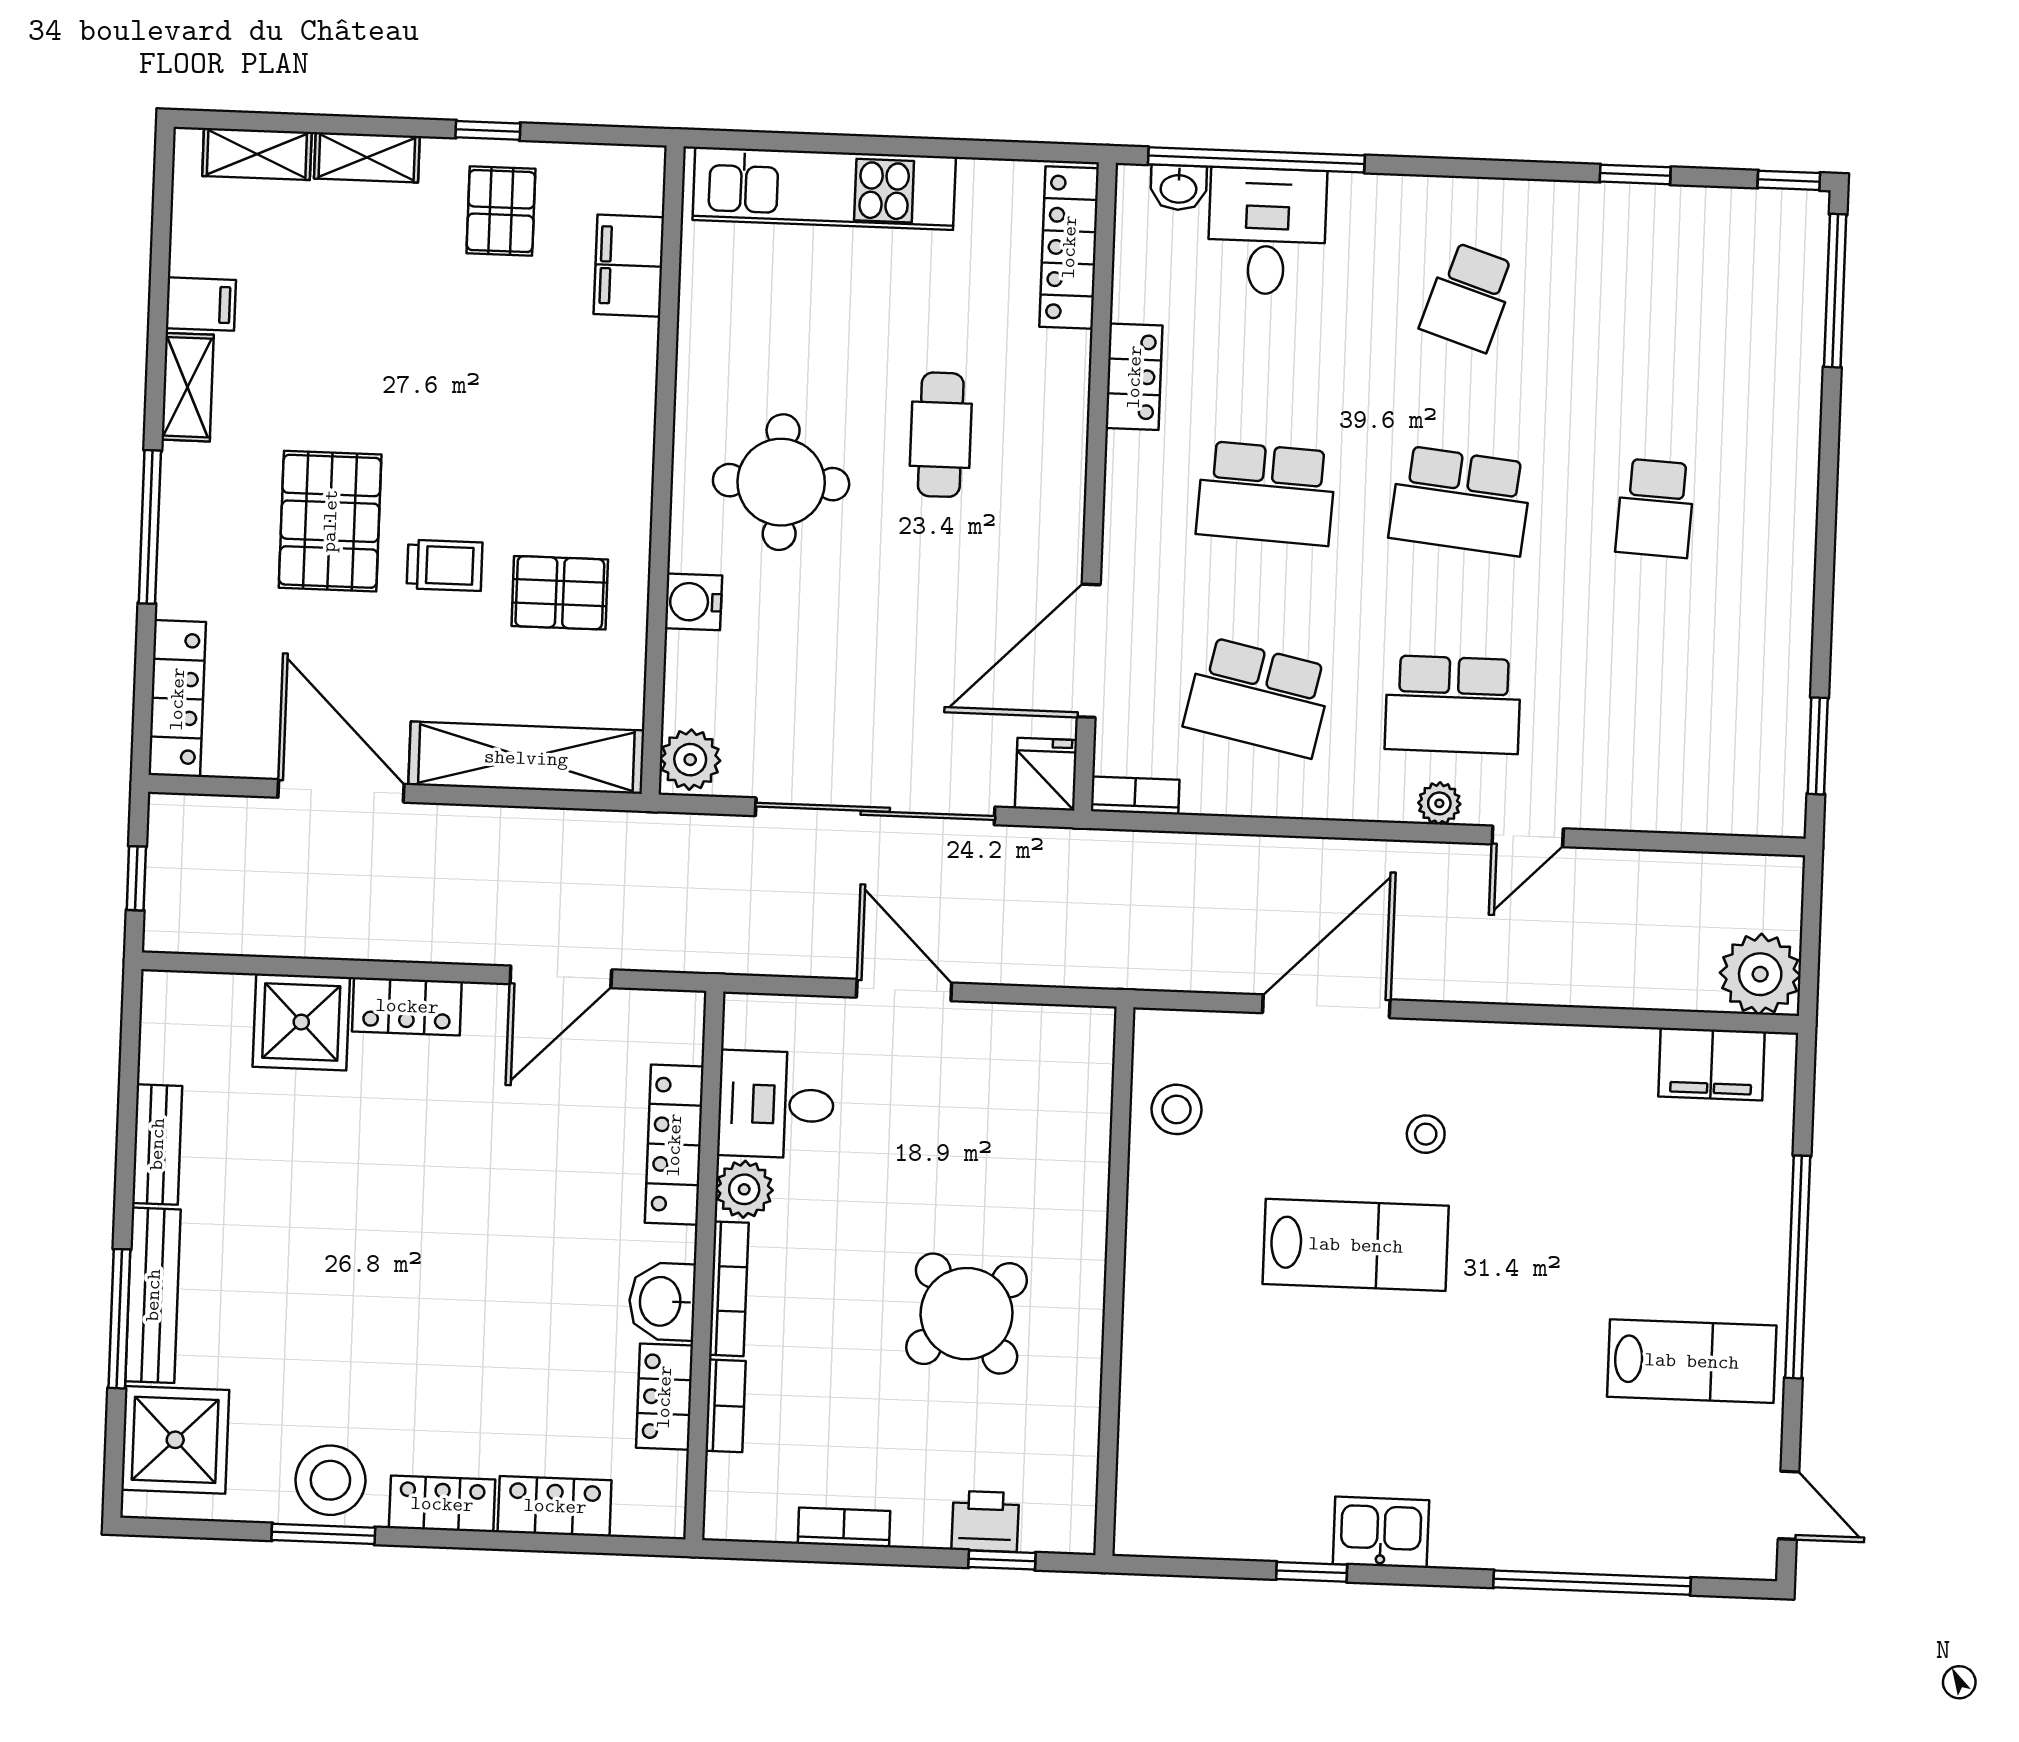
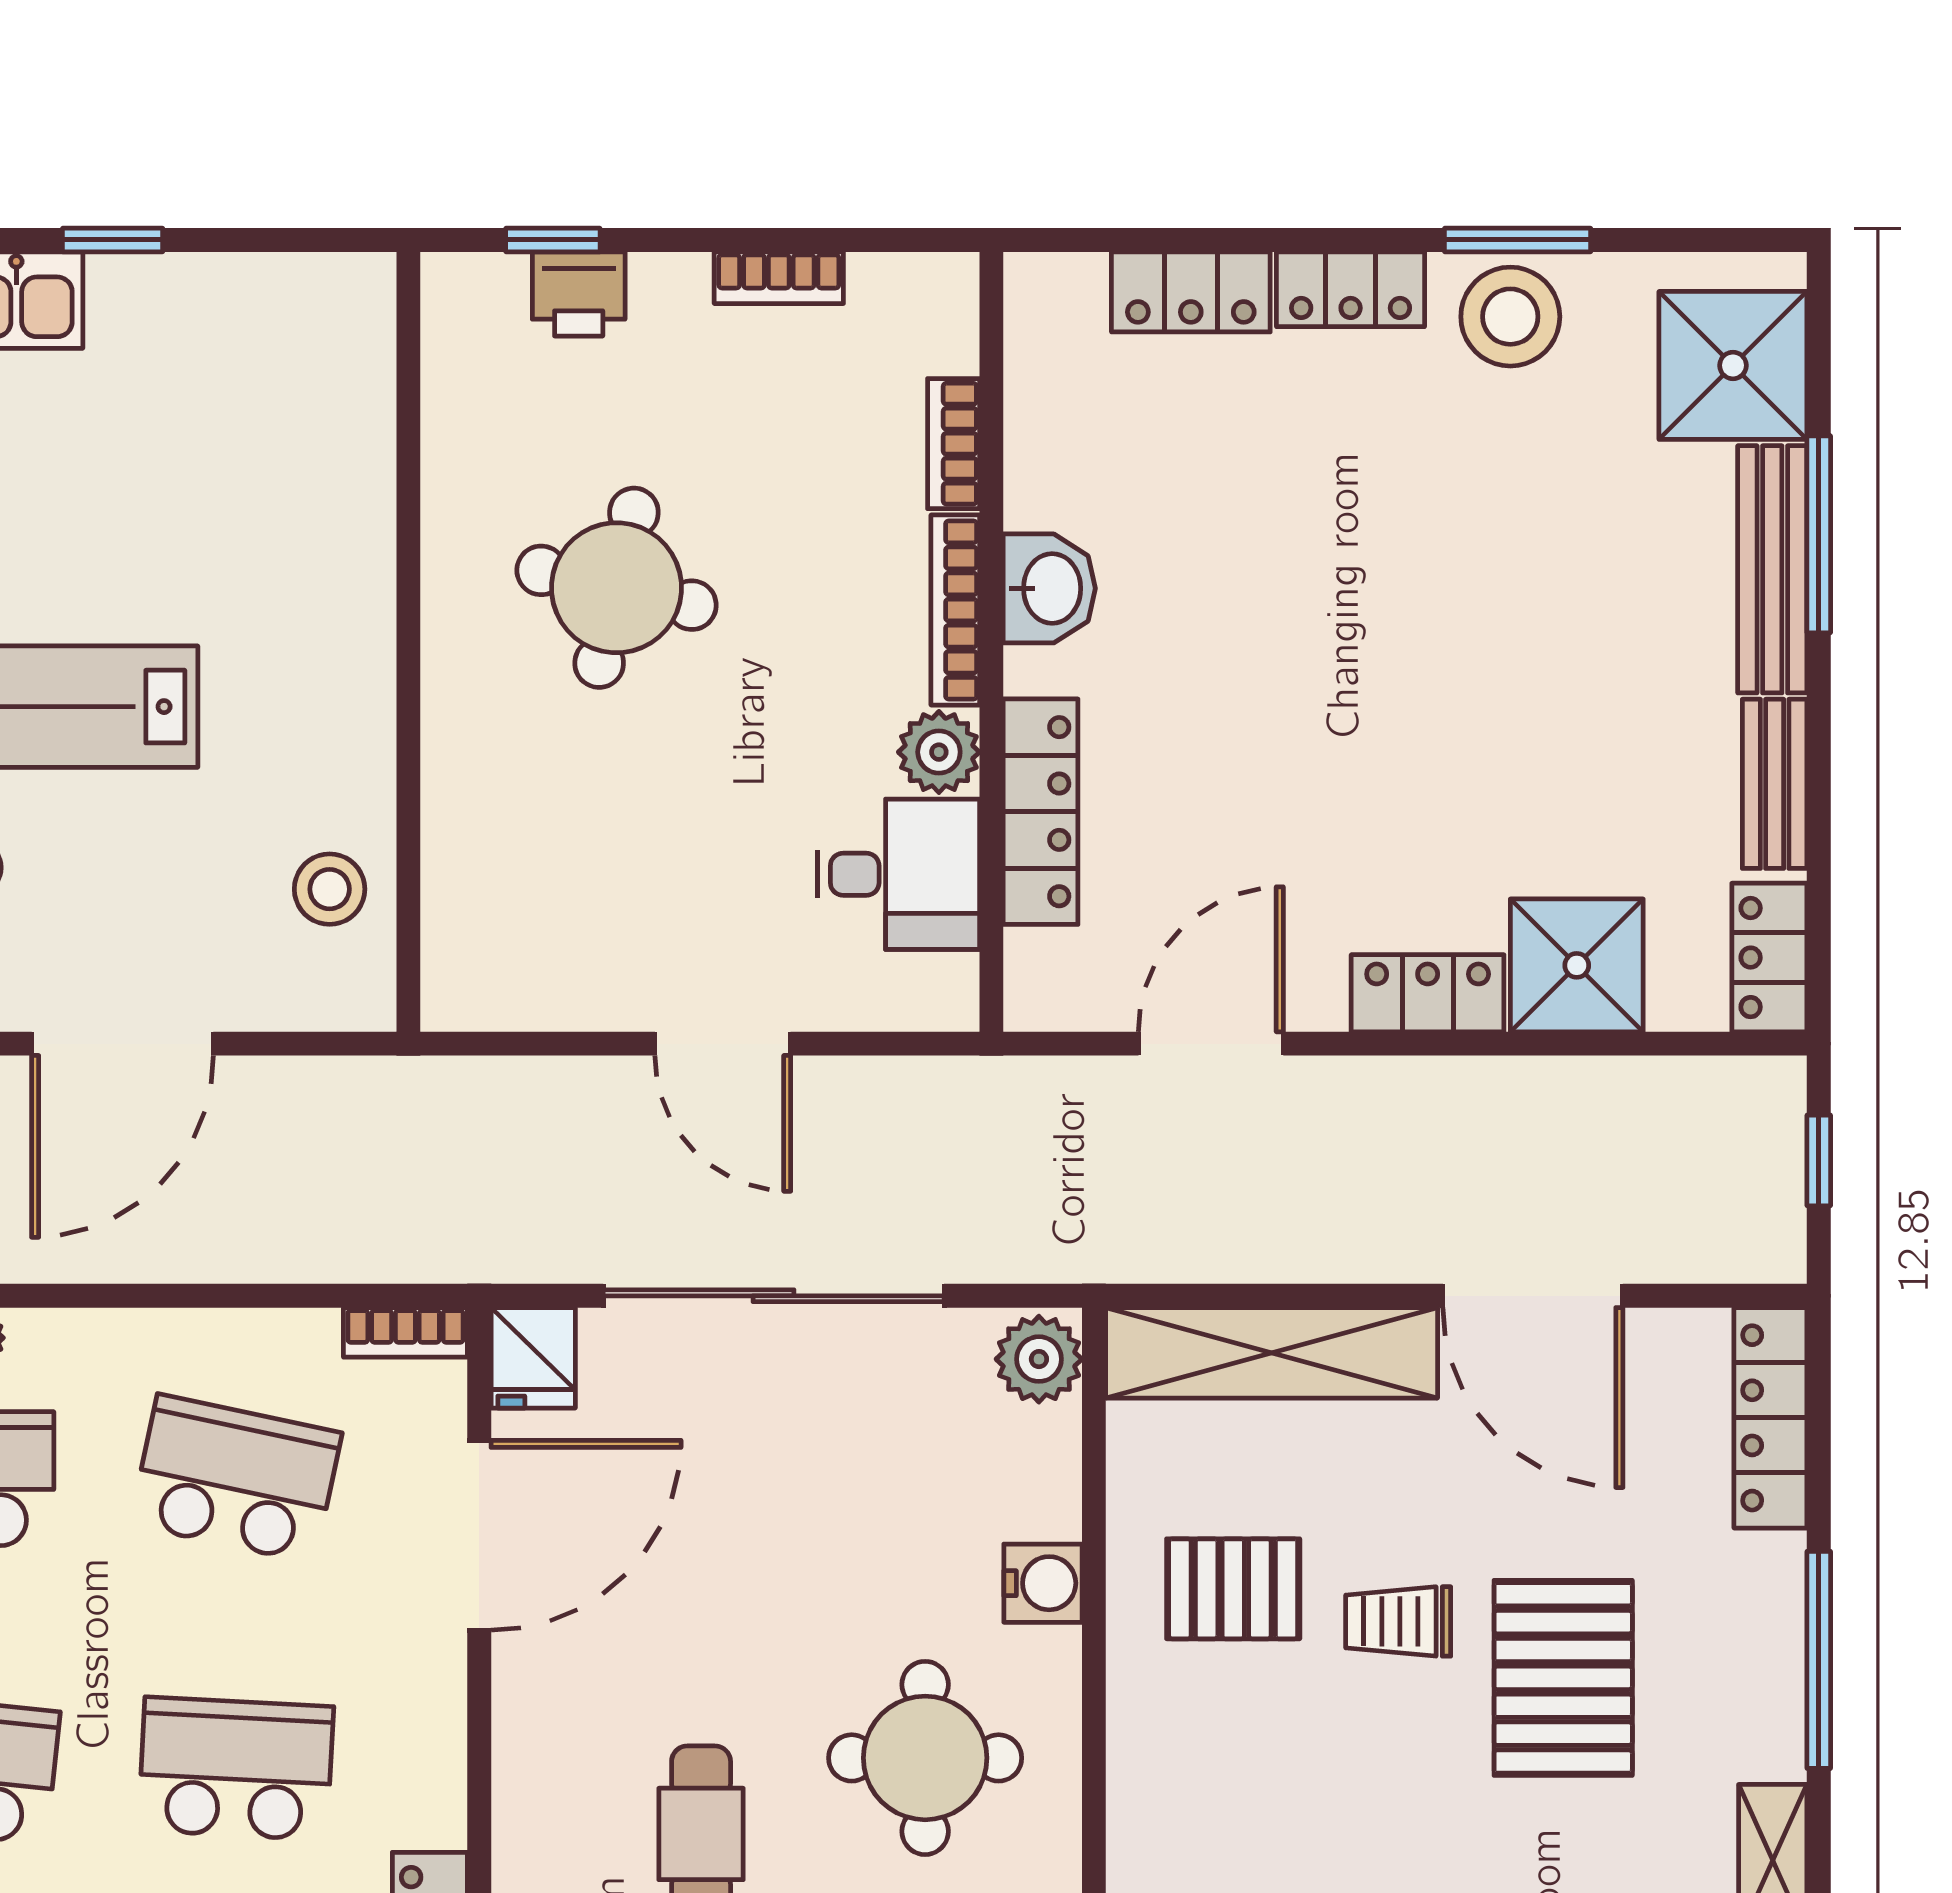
round table: (967, 1314) -> (617, 588), turned -37
locker: (664, 1397) -> (1769, 958), moved, turned 180

